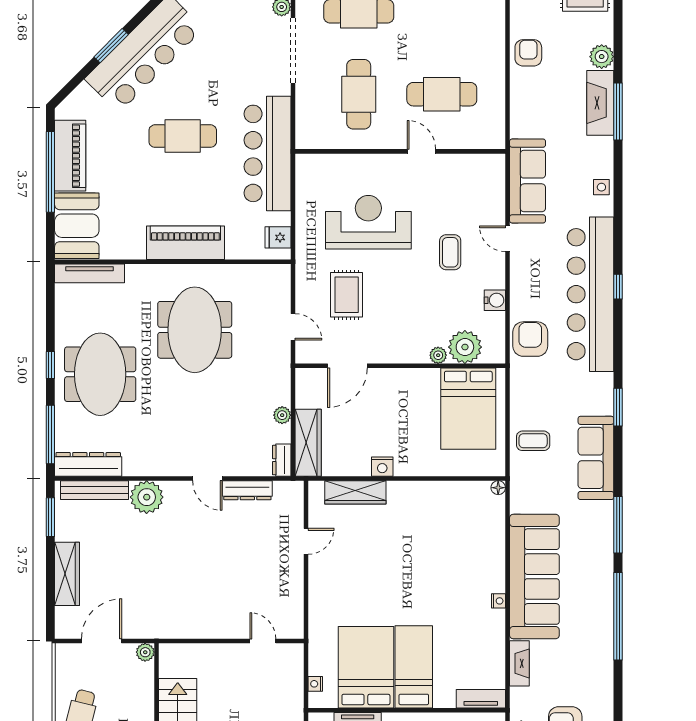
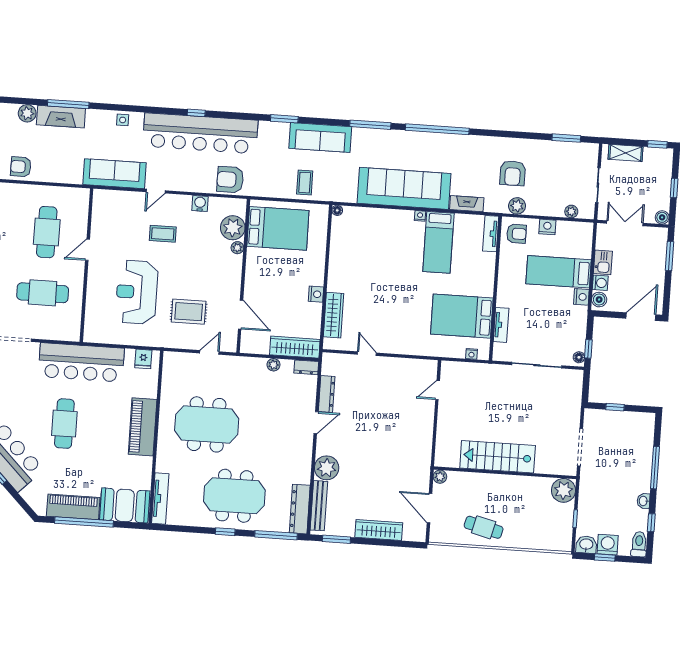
bed: (414, 667) -> (438, 242), moved, turned -90

